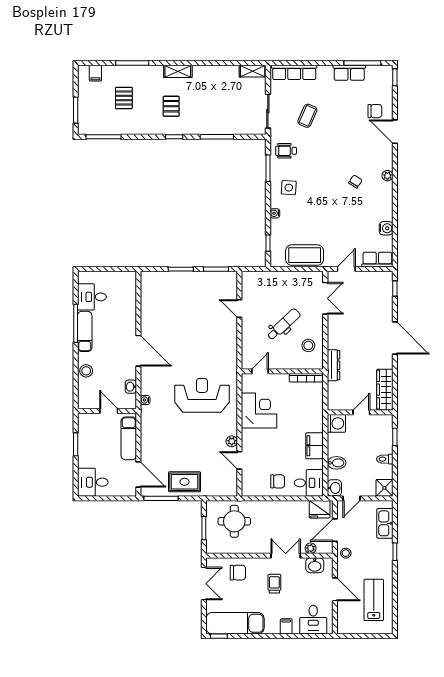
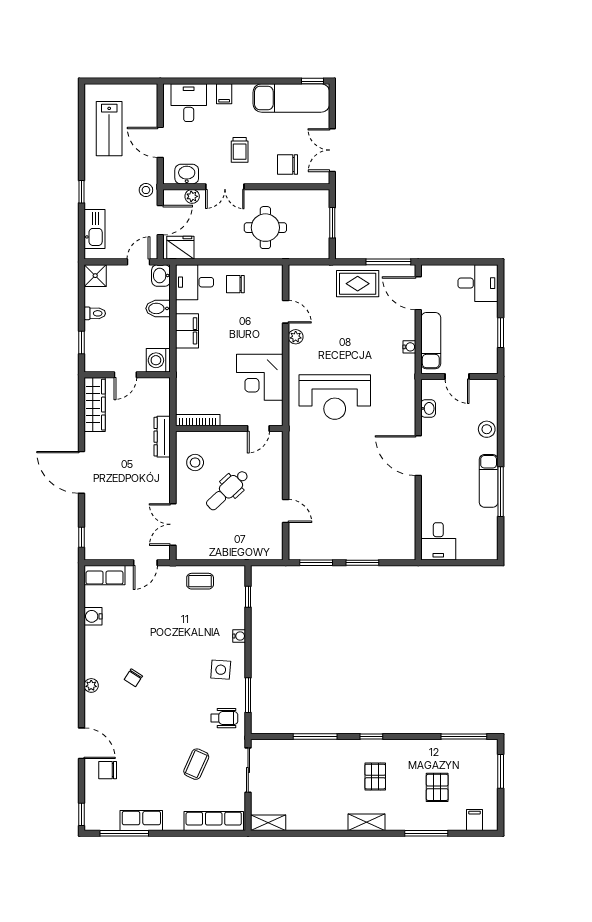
coffee table: (305, 255) -> (200, 581), width x0.54, depth x0.58
desk: (92, 297) -> (438, 541), moved, turned 90
water cooler: (145, 400) -> (409, 347), moved
round table: (234, 521) -> (265, 228), moved

